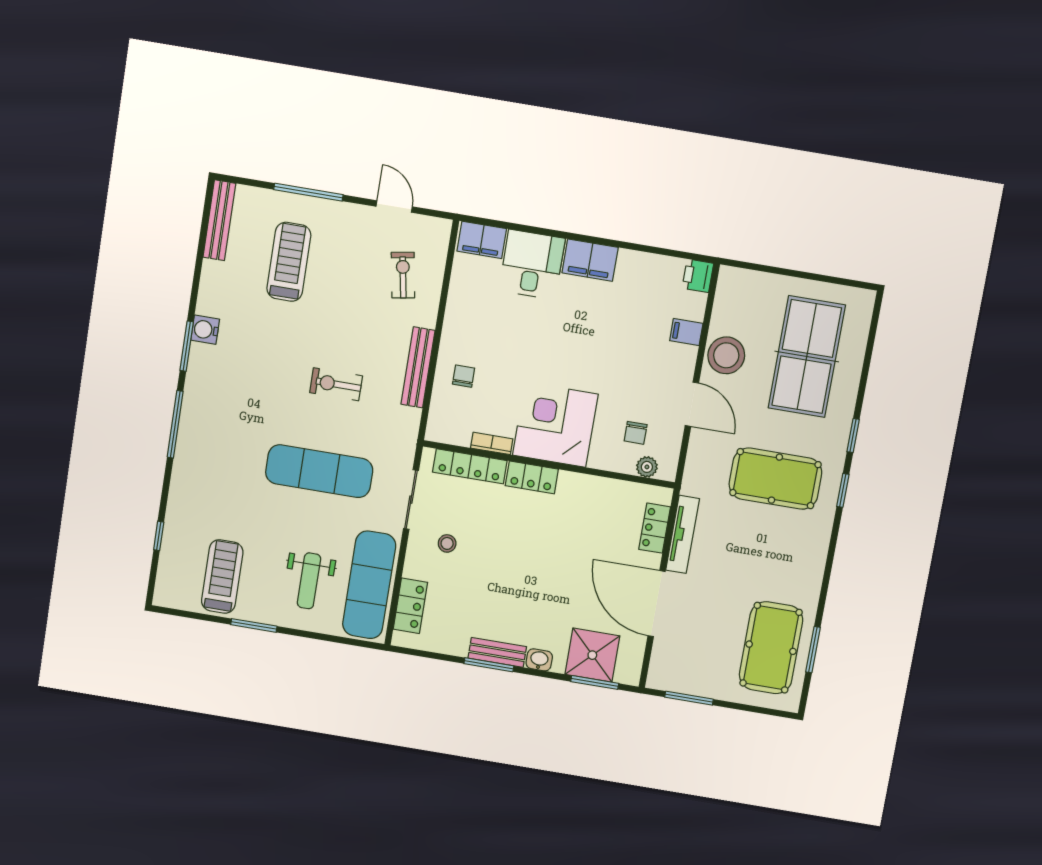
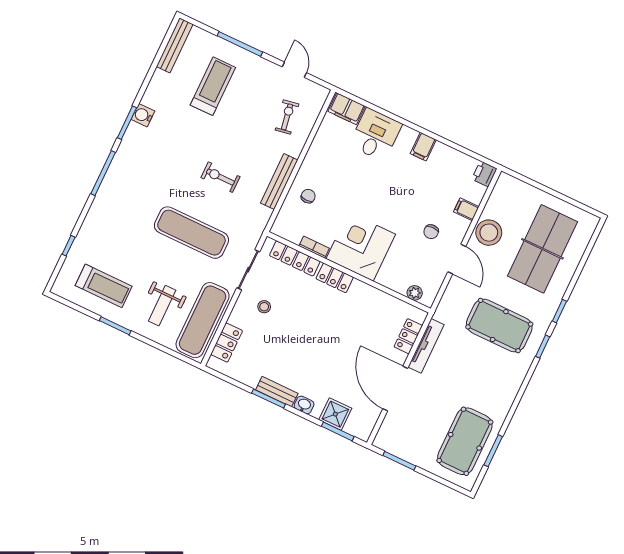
filing cabinet: (590, 260) -> (423, 147), width x0.50
chair: (636, 433) -> (431, 232), moved
treadmill: (222, 577) -> (104, 286), turned 90
shower: (592, 655) -> (335, 414), width x0.73, depth x0.73

